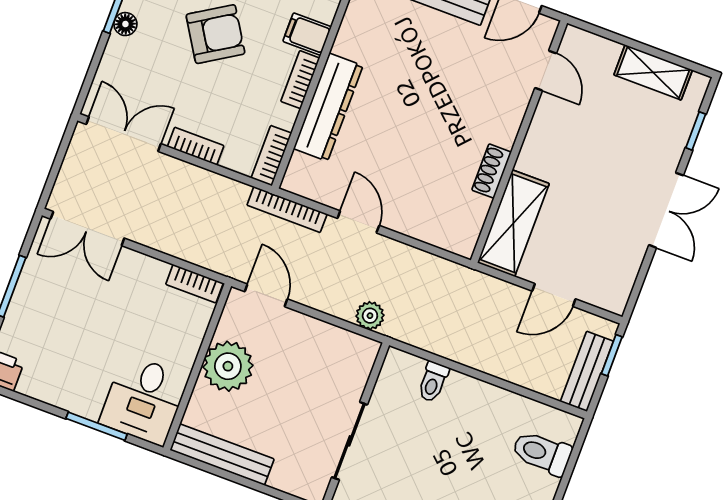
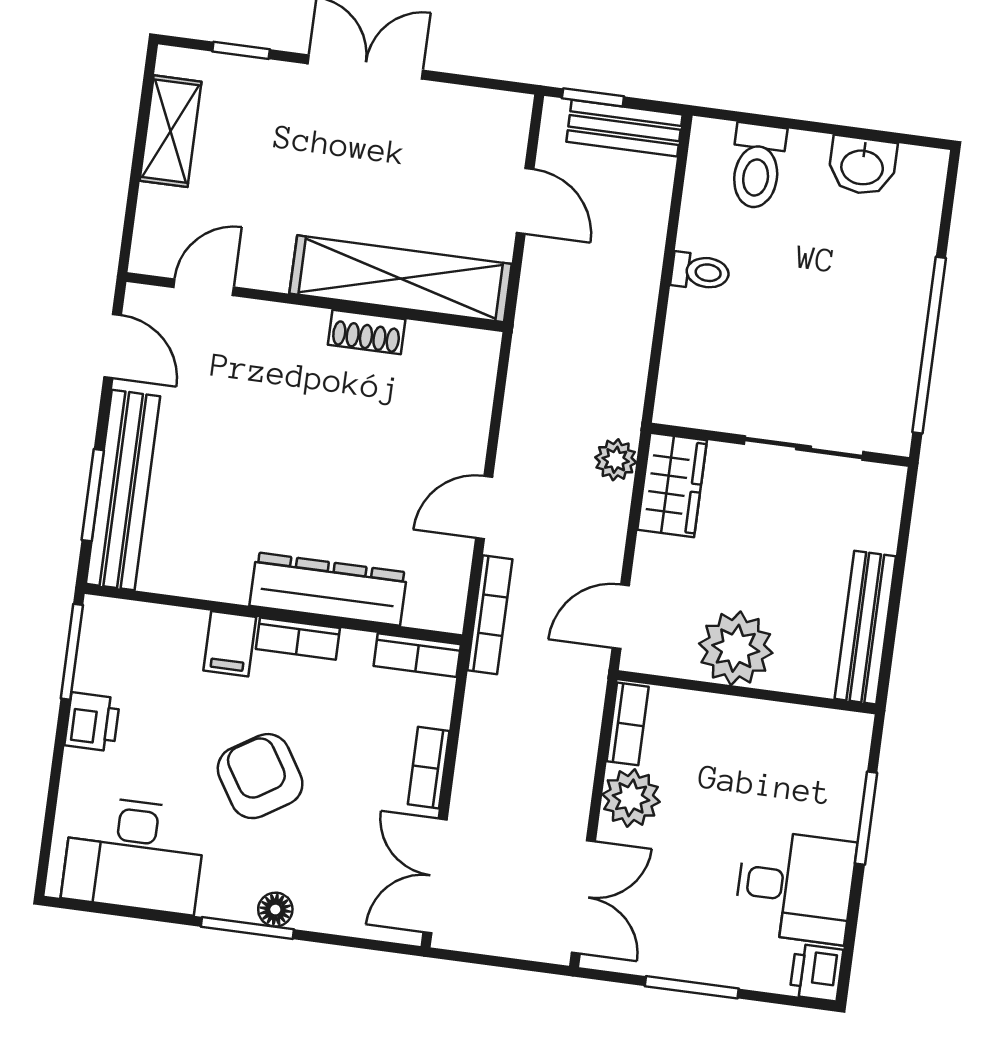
shelving: (513, 223) -> (401, 279), width x1.47
plant: (145, 275) -> (631, 798), added
wardrobe: (345, 349) -> (672, 485), added
toilet: (433, 382) -> (700, 272), moved
desk: (144, 400) -> (795, 887), moved

